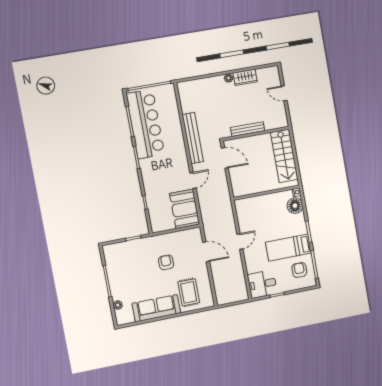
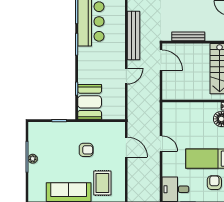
booth: (185, 209) -> (90, 102), moved
door: (240, 242) -> (161, 144), hinge flipped
armchair: (166, 262) -> (86, 150), turned 90
plant: (118, 305) -> (33, 159), moved

